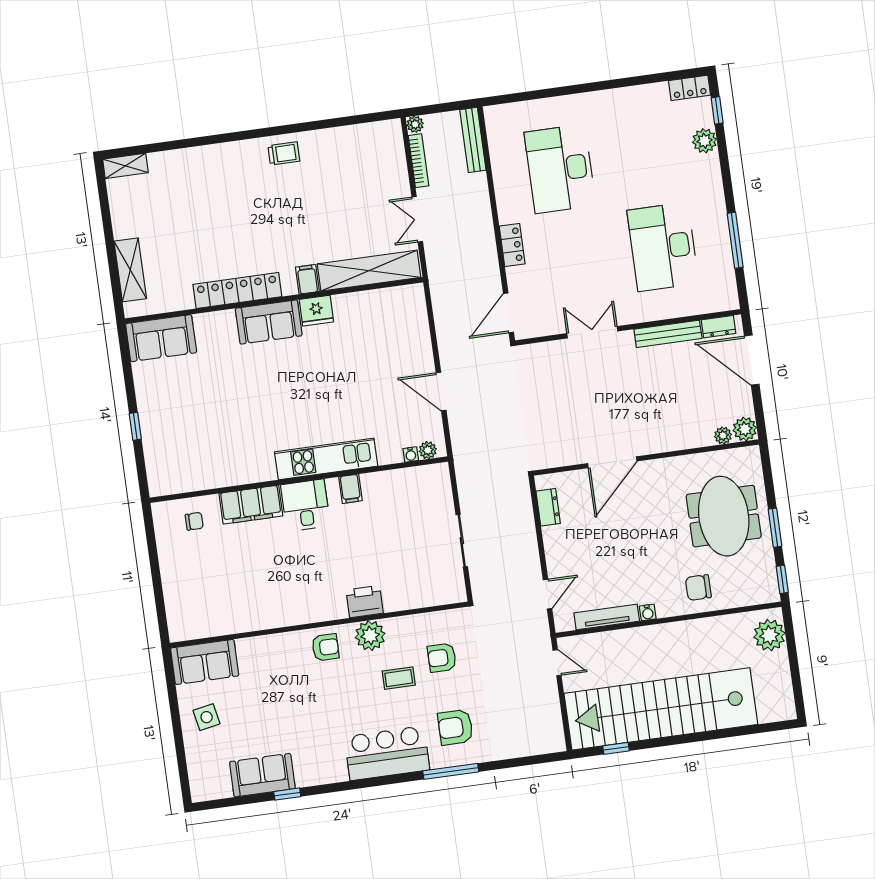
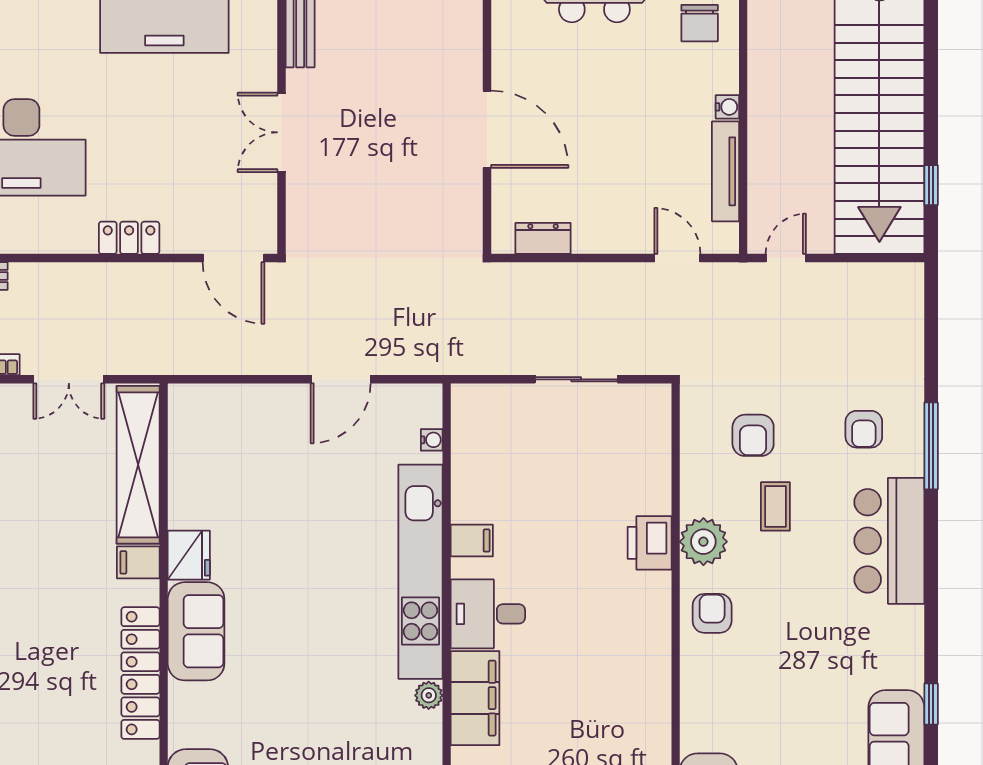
plant: (428, 450) -> (429, 695), moved
kitchen unit: (326, 459) -> (420, 572), width x1.36
armchair: (455, 727) -> (864, 429), width x0.72, depth x0.72

